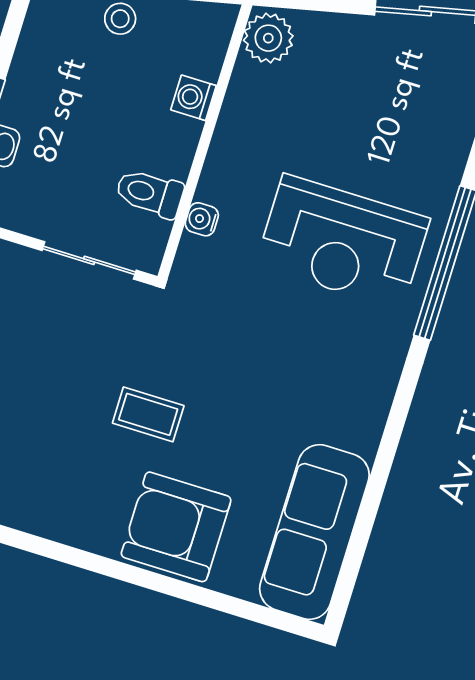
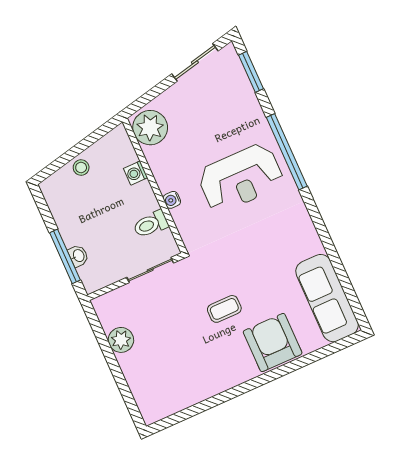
plant: (268, 38) -> (150, 128), width x1.36, depth x1.36
water cooler: (202, 219) -> (172, 200), moved
armchair: (176, 527) -> (273, 343), turned 90

